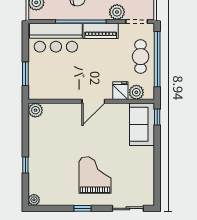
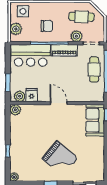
fridge: (120, 91) -> (32, 95), moved
plant: (136, 92) -> (20, 96), moved
door: (93, 101) -> (59, 103), swing flipped
grand piano: (95, 175) -> (60, 158), turned 129

